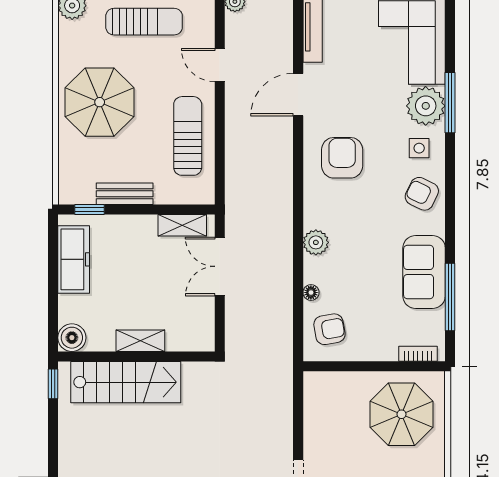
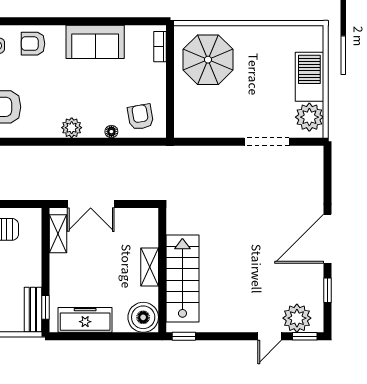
bench: (125, 194) -> (33, 310), moved
armchair: (422, 194) -> (33, 44), turned 64
window: (450, 297) -> (115, 21), removed
boiler: (72, 338) -> (143, 317), width x1.37, depth x1.37

